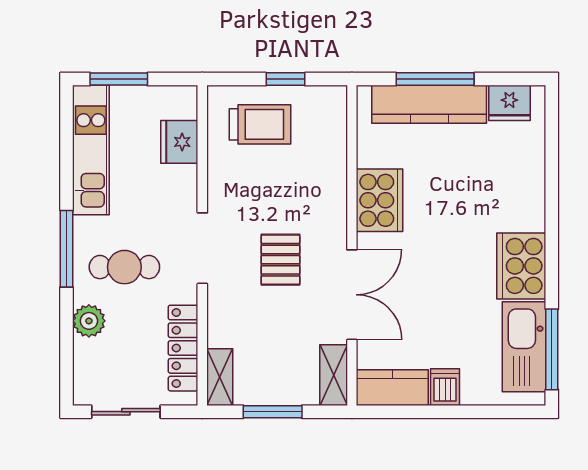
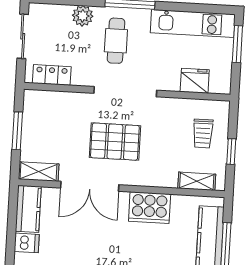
trolley: (260, 124) -> (203, 133), width x0.73, depth x0.72
doorway: (202, 248) -> (125, 92), width x1.36
pallet: (280, 260) -> (115, 142), width x1.50, depth x1.42
locker: (183, 348) -> (52, 75), width x0.66
shelving: (220, 377) -> (197, 181), moved

